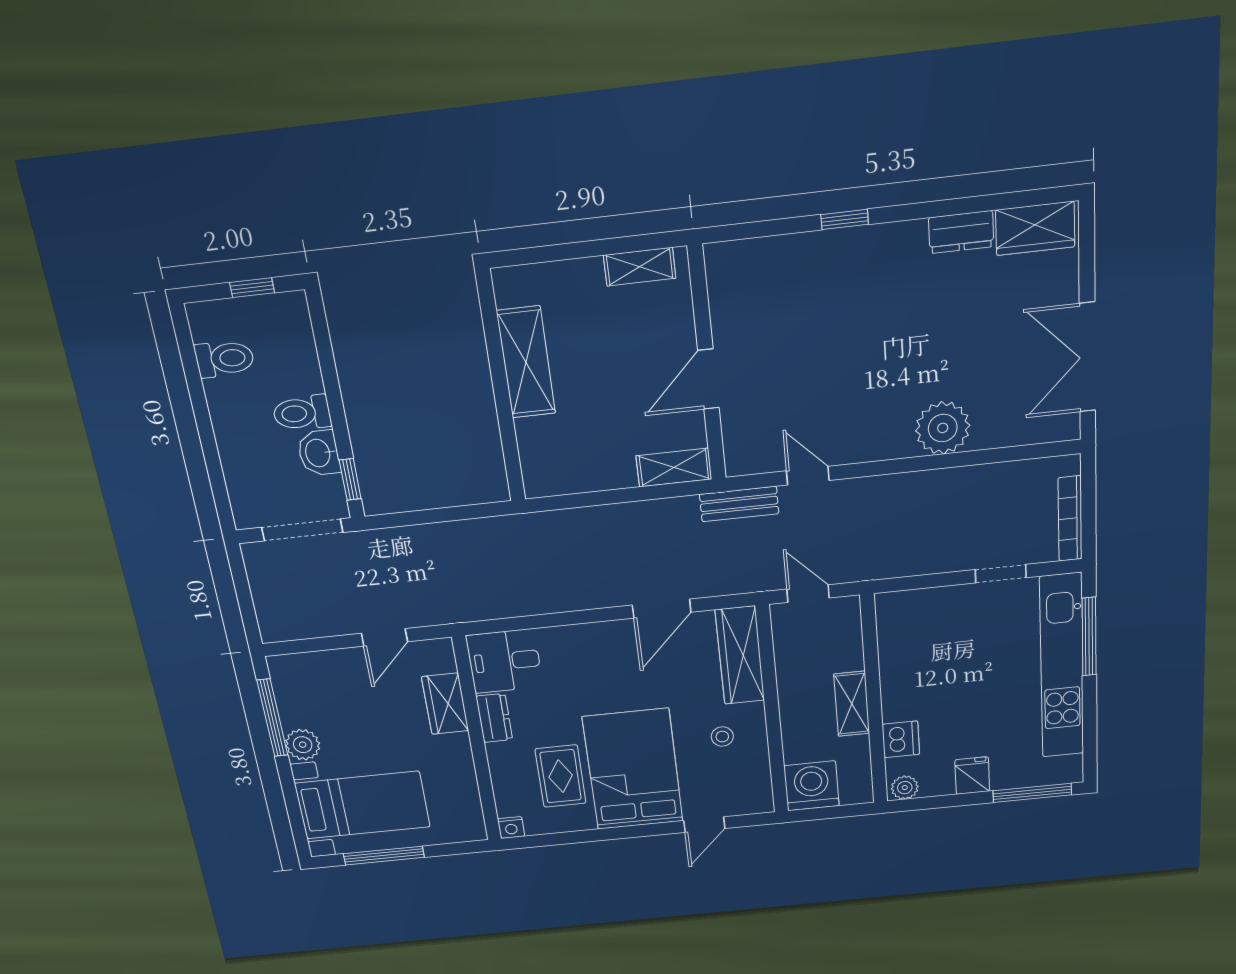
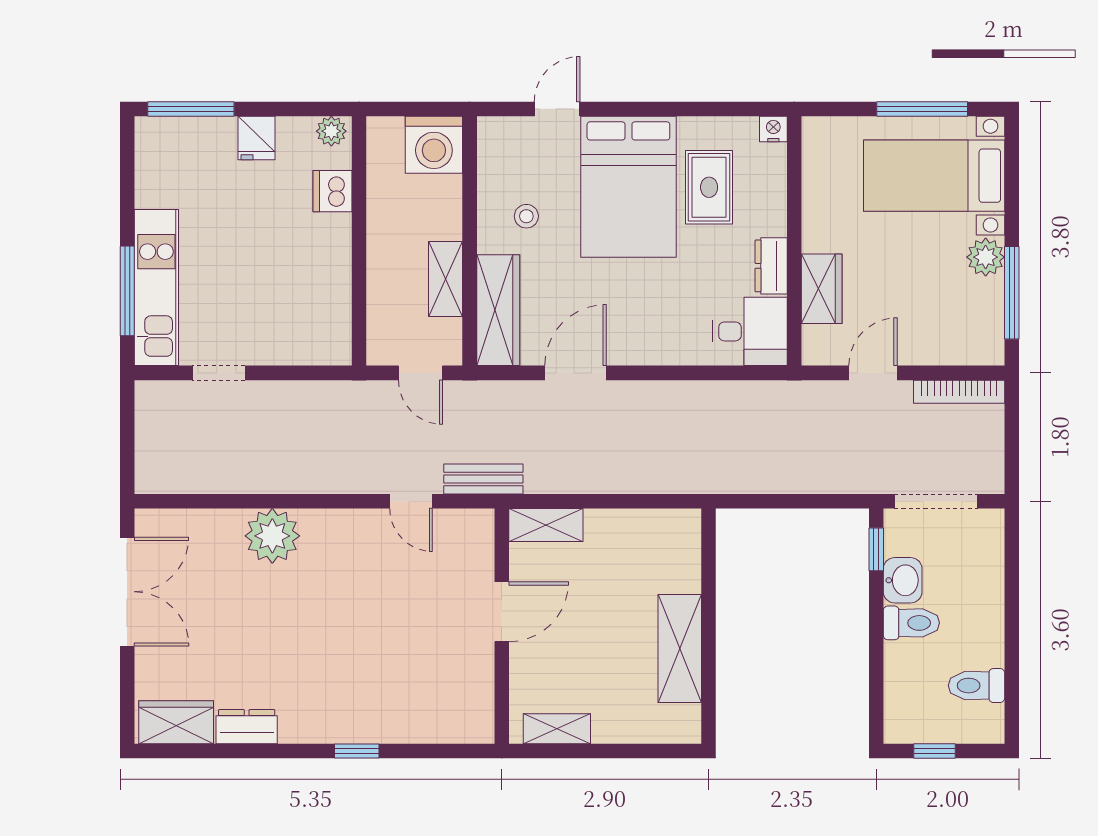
bookcase: (1070, 519) -> (959, 392), moved, turned 90
kitchen unit: (1062, 667) -> (156, 288), width x0.73
shelving: (852, 704) -> (446, 279), moved

